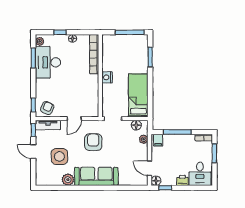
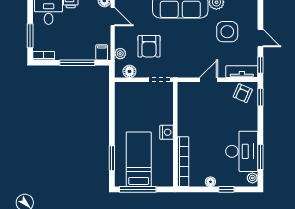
bed: (138, 95) -> (139, 159), moved, turned 180
armchair: (93, 142) -> (149, 46), moved

